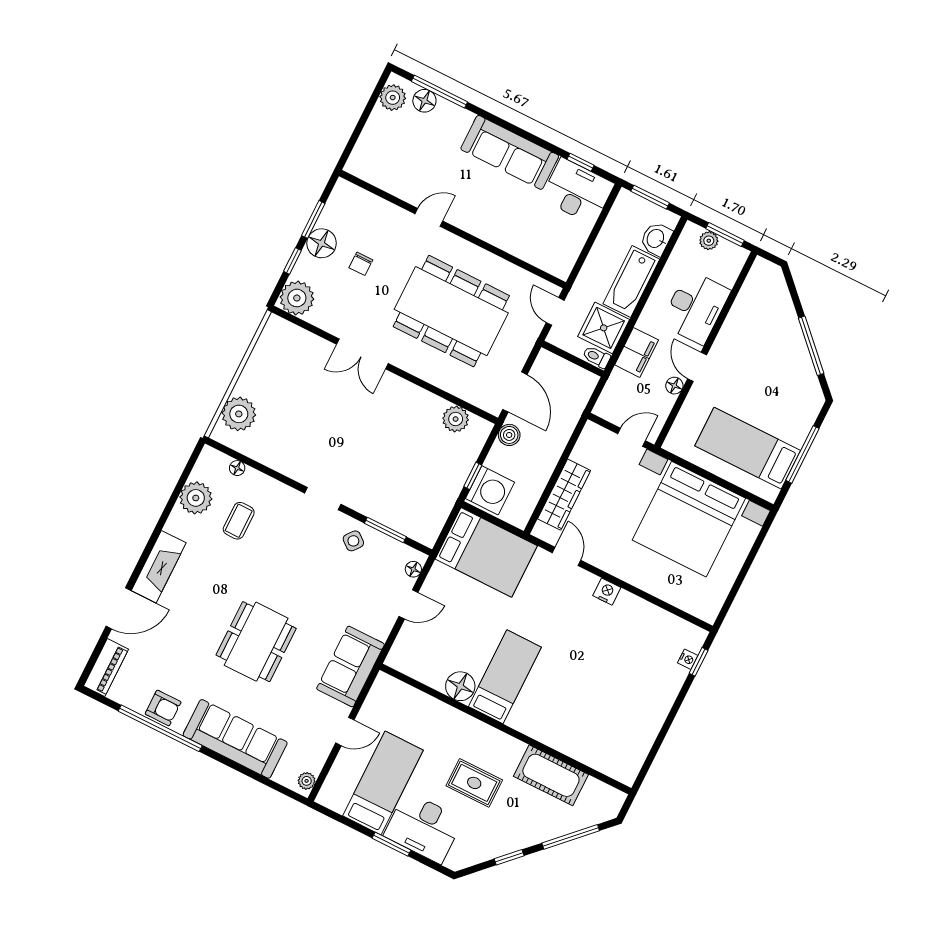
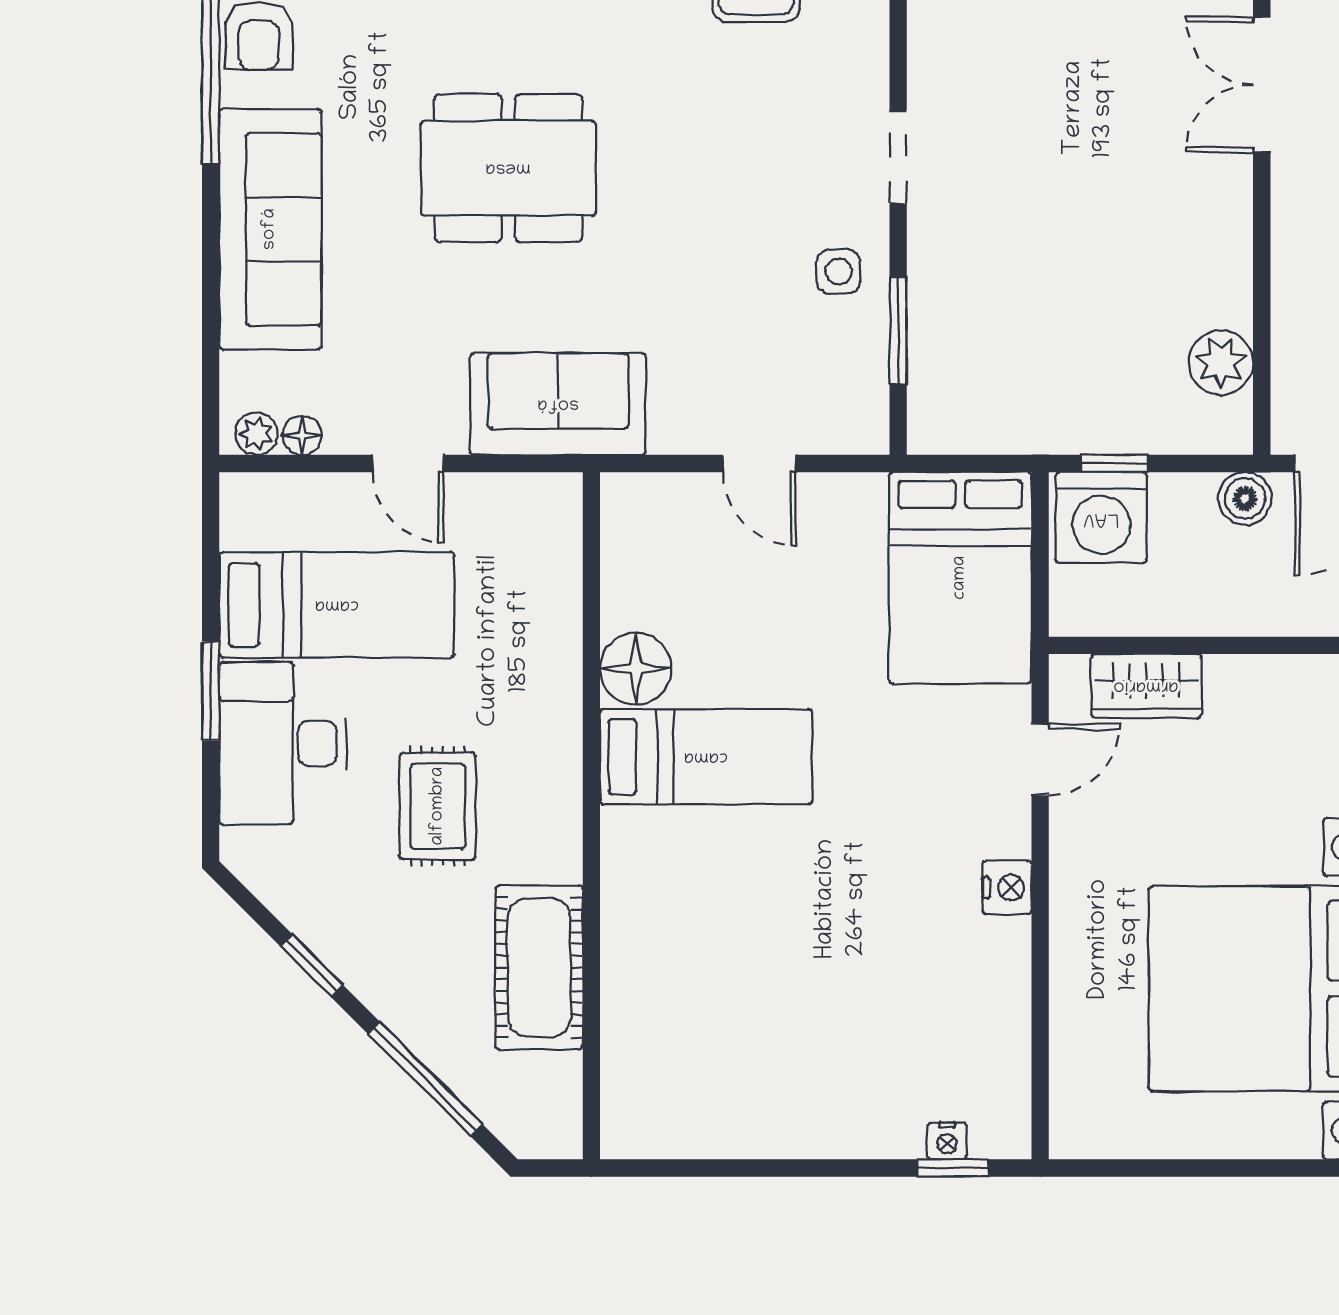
wardrobe: (564, 495) -> (1146, 686), width x0.67
side table: (353, 541) -> (839, 271), turned -38
floor lamp: (413, 569) -> (302, 435), moved

